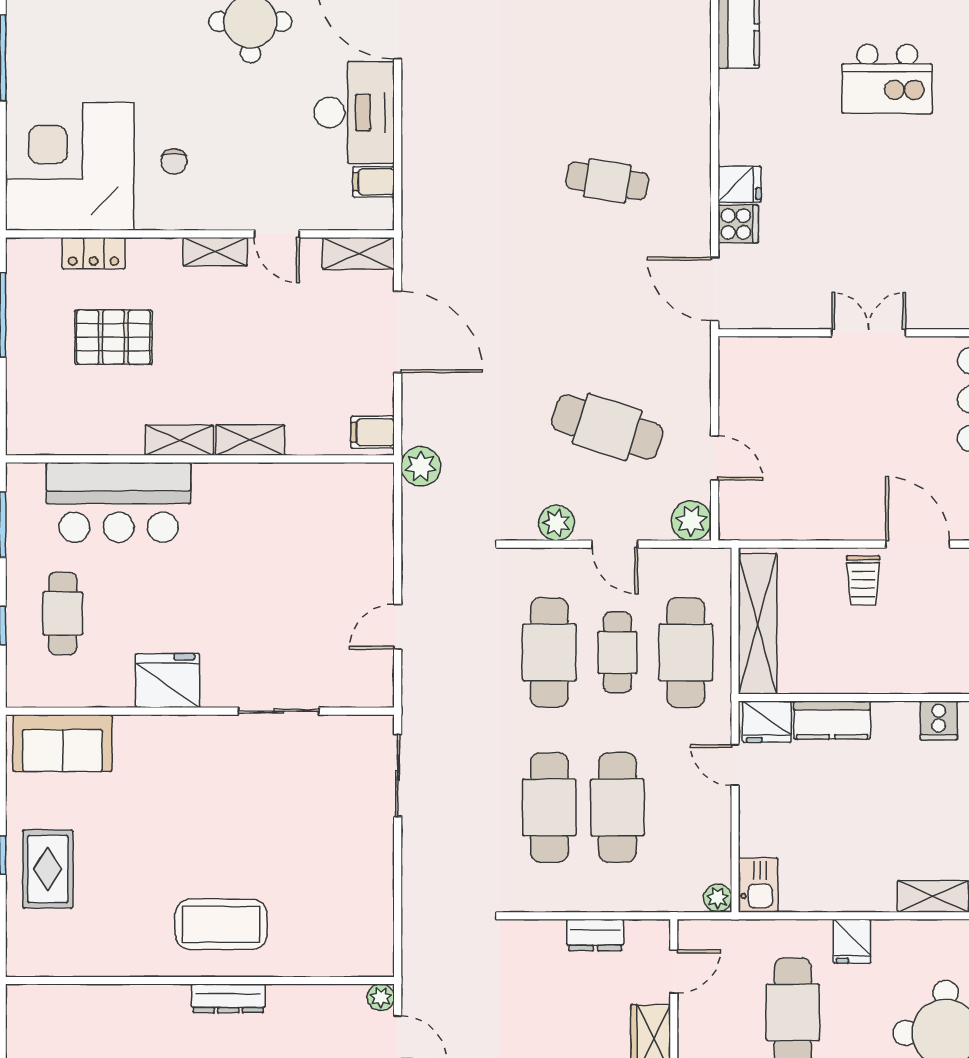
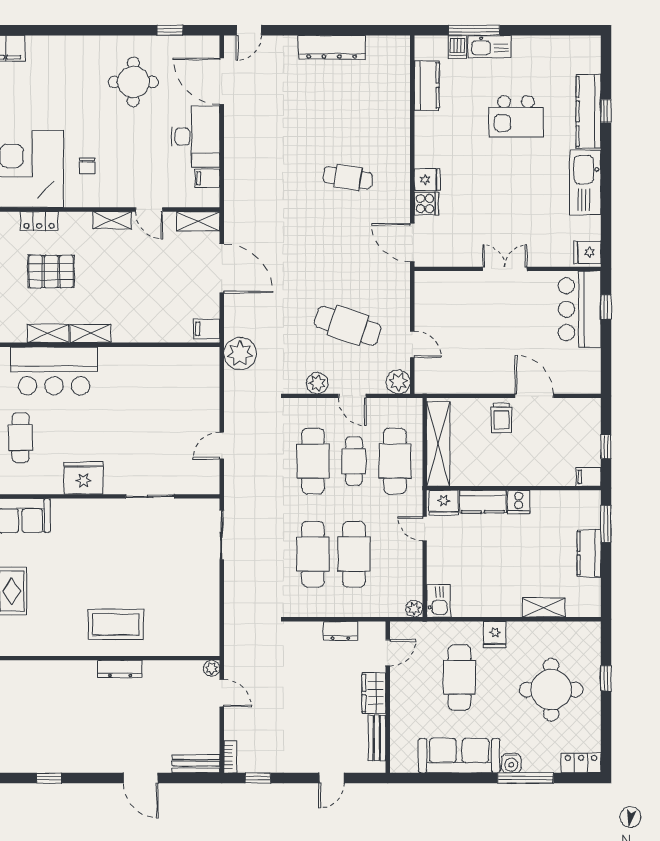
shelving: (250, 440) -> (48, 333), moved
plant: (421, 466) -> (240, 354), width x1.36, depth x1.36
cooker: (939, 720) -> (519, 502), moved

